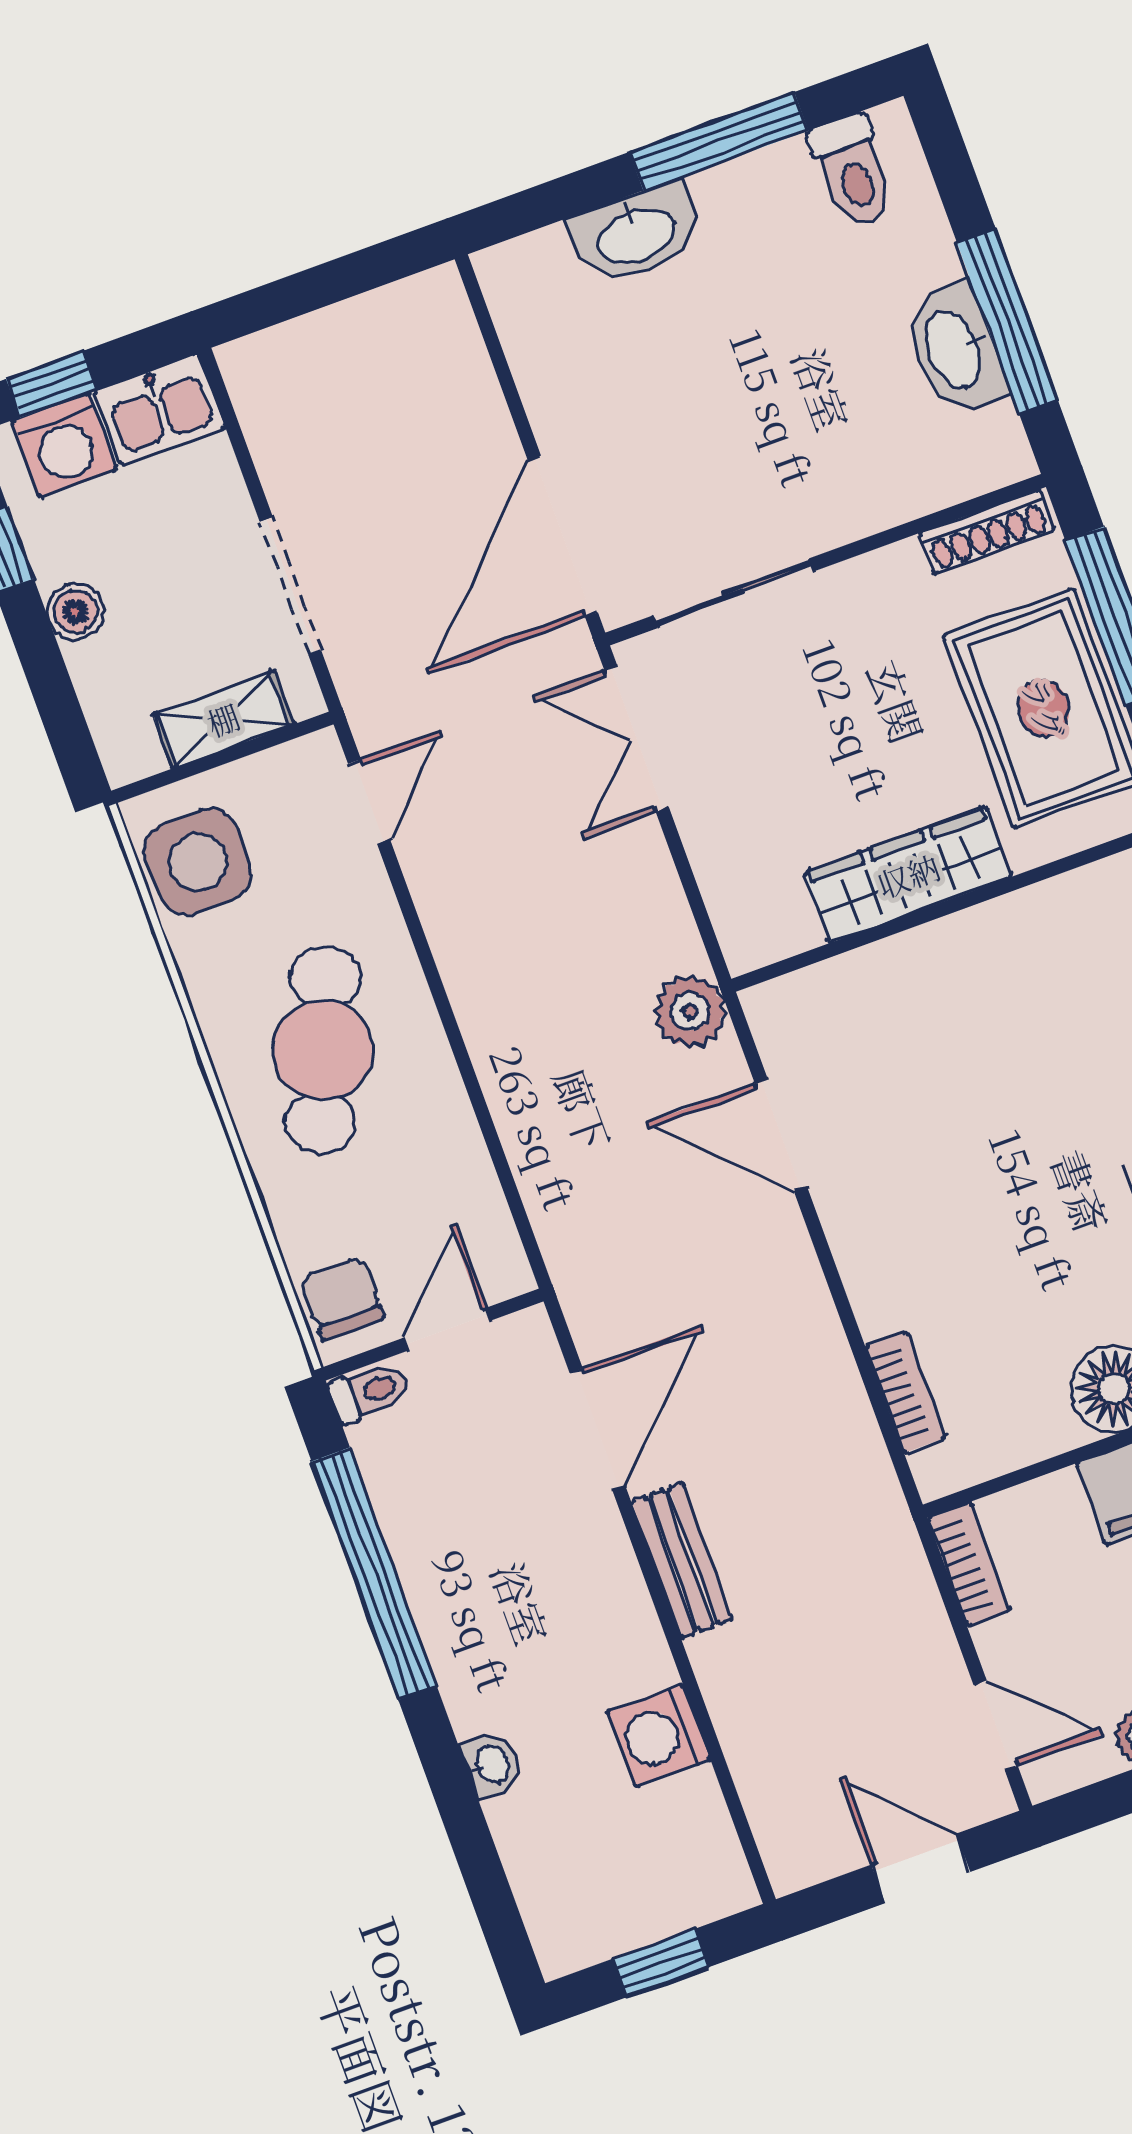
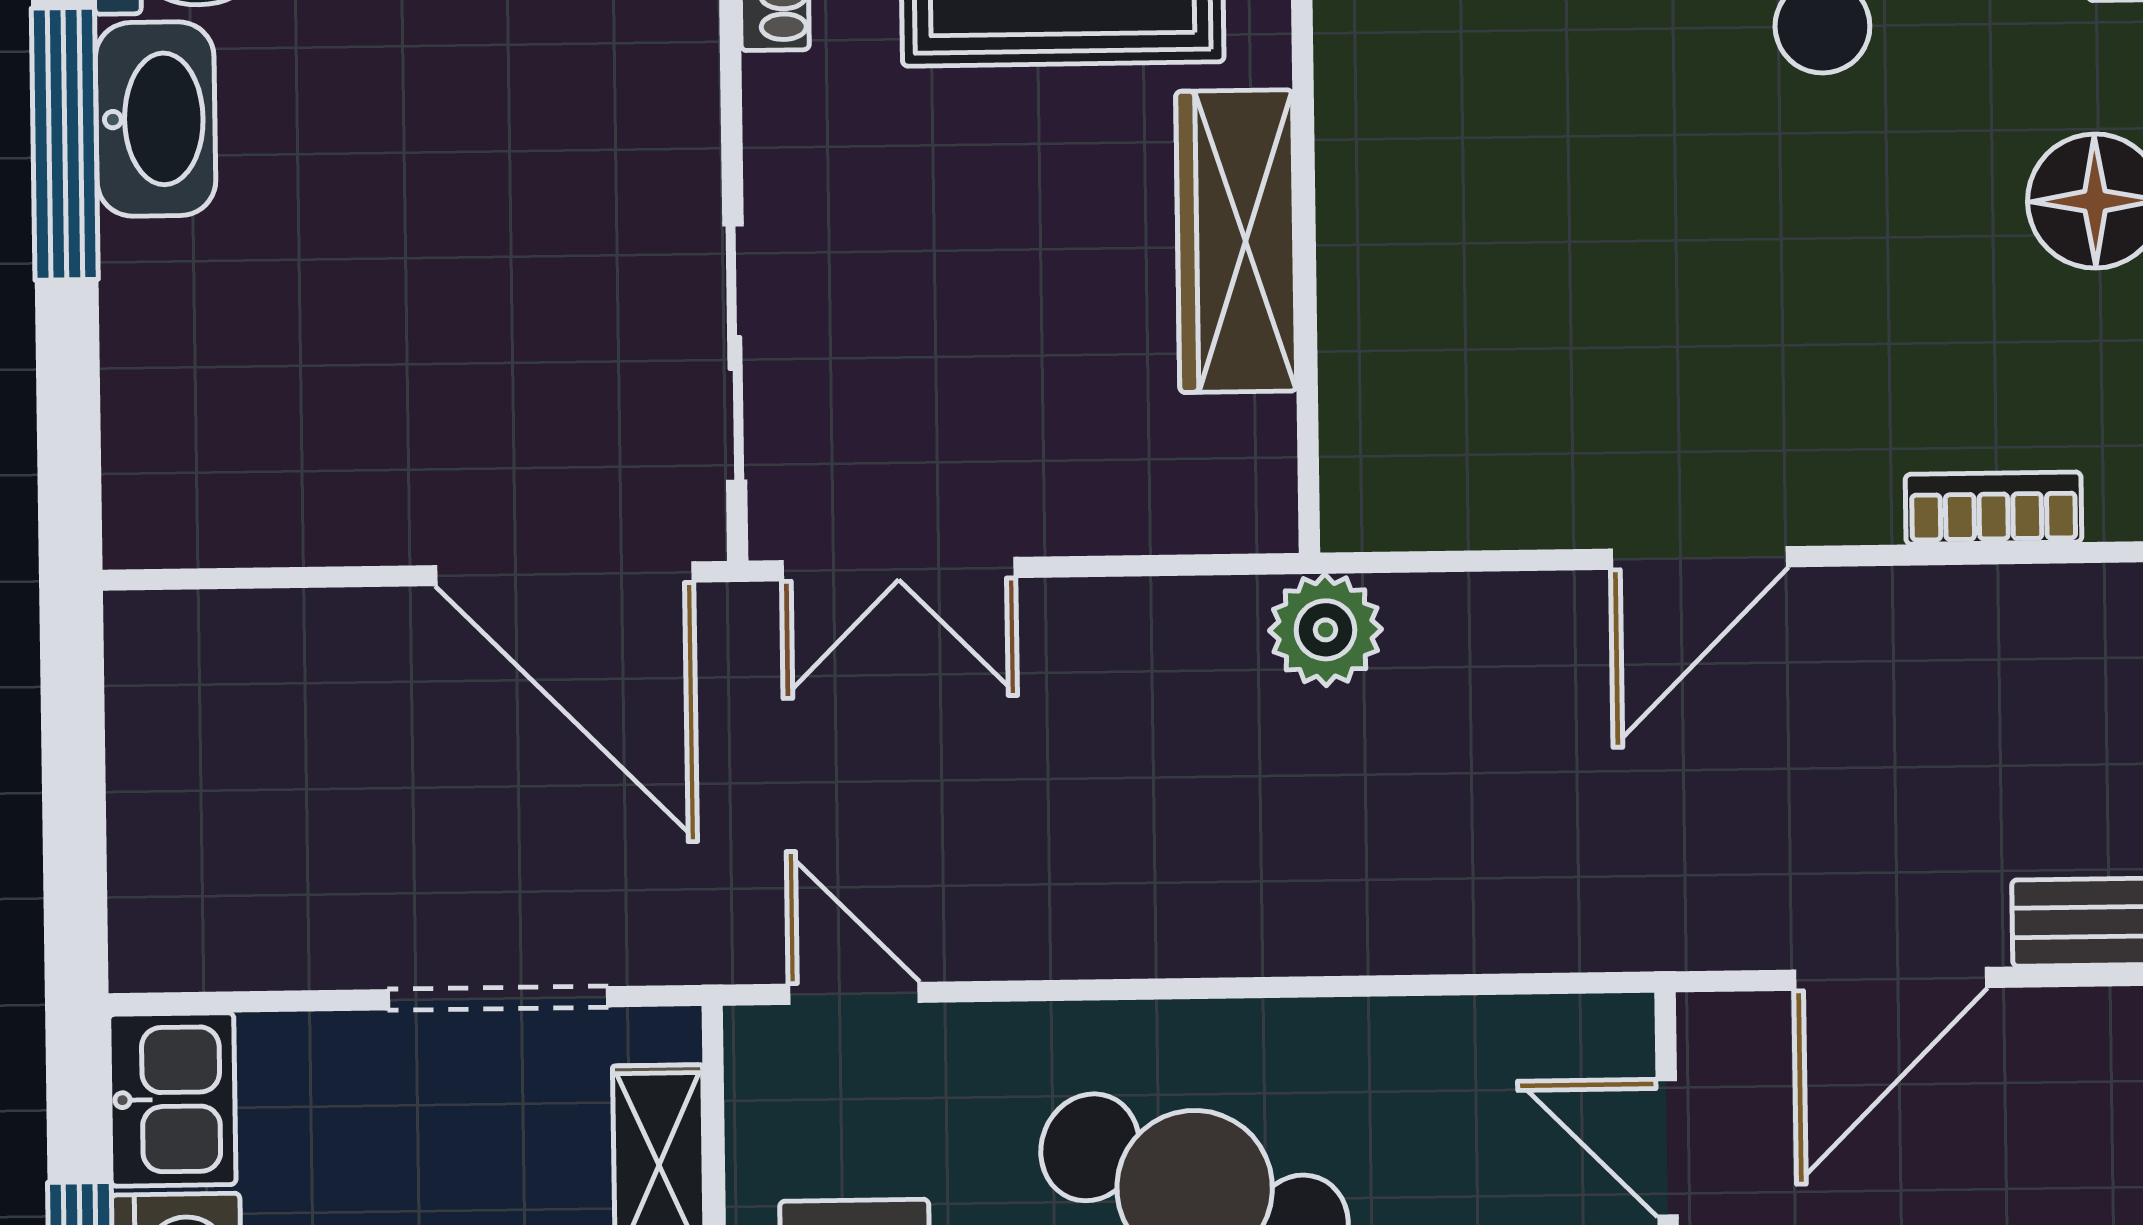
washbasin: (636, 234) -> (156, 119), moved
door: (781, 1135) -> (1699, 558), moved
door: (597, 1429) -> (1890, 979), swing flipped

